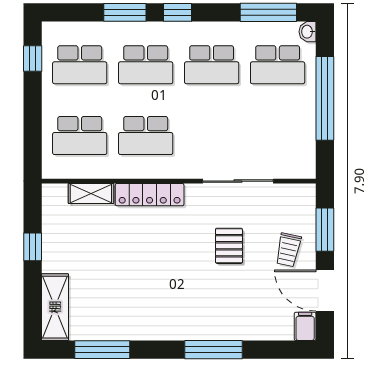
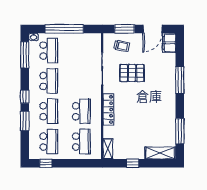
shelving: (91, 193) -> (108, 149), moved
pallet: (229, 246) -> (132, 73), width x1.50, depth x1.42
trolley: (288, 250) -> (122, 46), moved
filing cabinet: (305, 326) -> (169, 43), width x2.00

